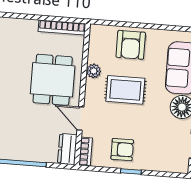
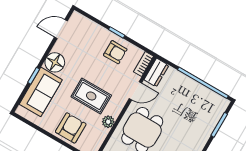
door: (80, 119) -> (135, 91), hinge flipped
armchair: (122, 150) -> (115, 52), turned 180

